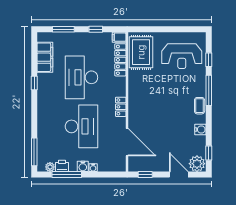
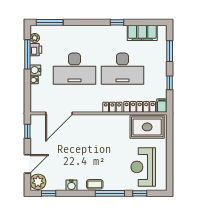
desk: (81, 77) -> (122, 69), turned 180
locker: (121, 107) -> (112, 107), moved

